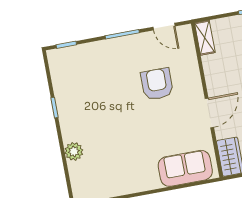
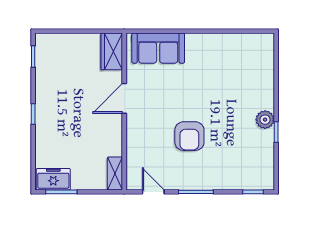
armchair: (157, 84) -> (189, 136), moved
plant: (74, 151) -> (265, 120), moved

